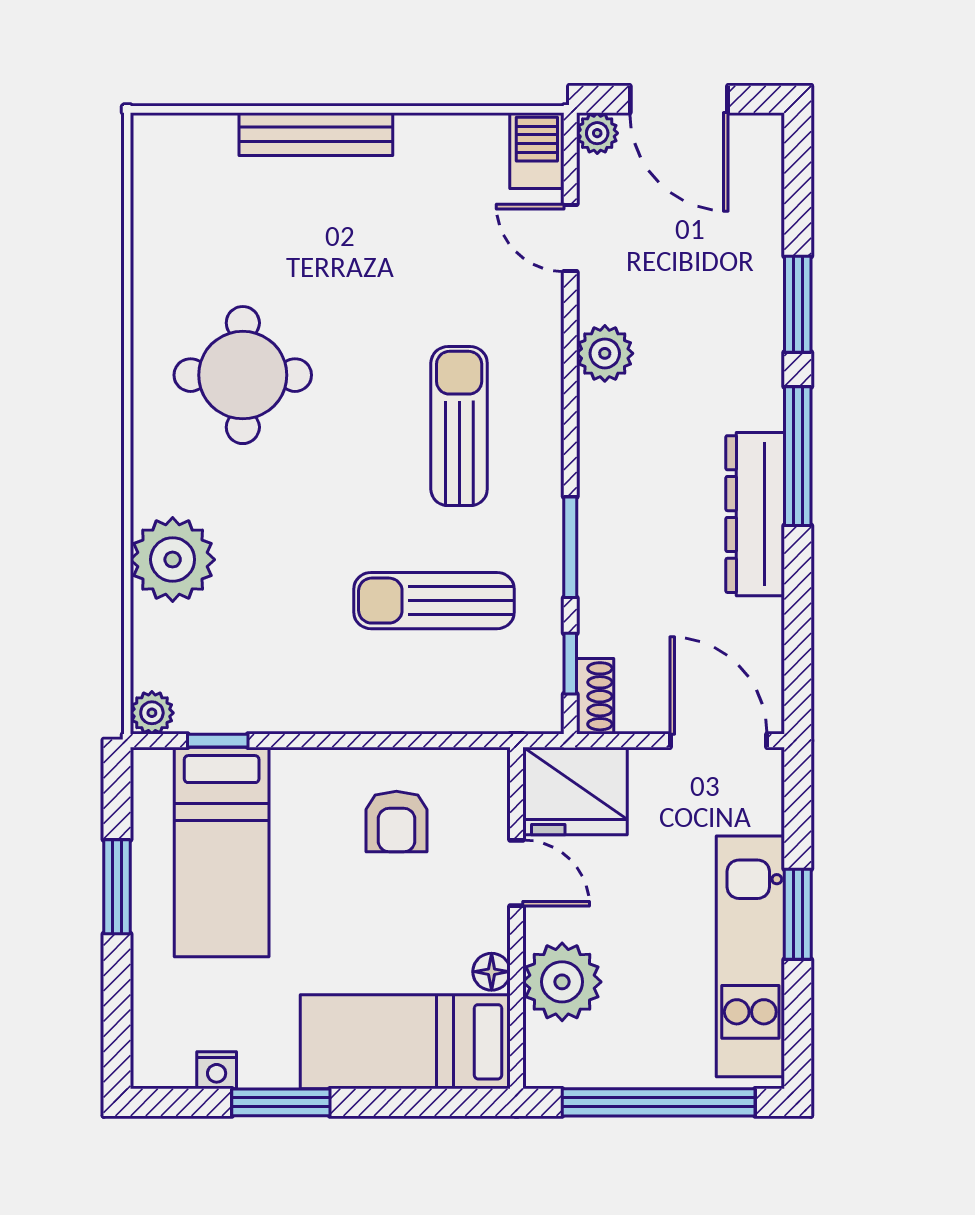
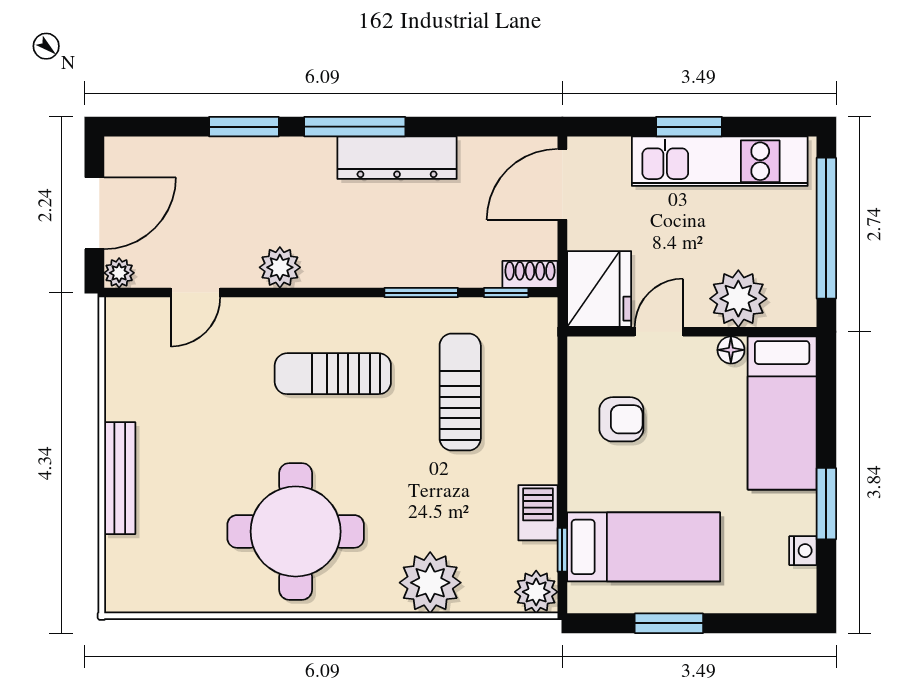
barbecue: (537, 151) -> (538, 513), moved, turned 90
round table: (243, 375) -> (296, 531), width x1.36, depth x1.36
sun lounger: (434, 601) -> (460, 392), turned 180
plant: (152, 713) -> (536, 592), width x1.38, depth x1.38

